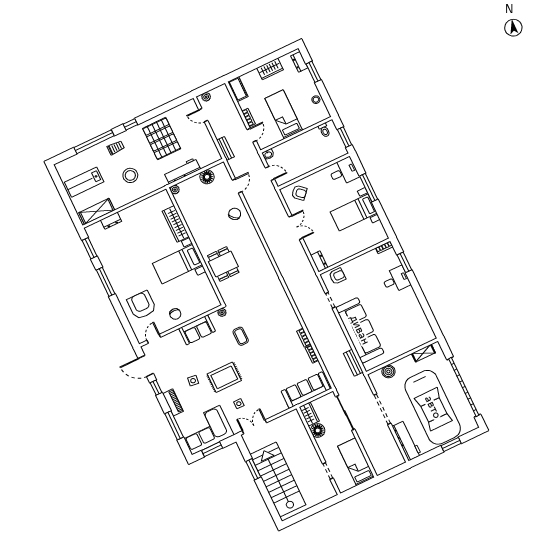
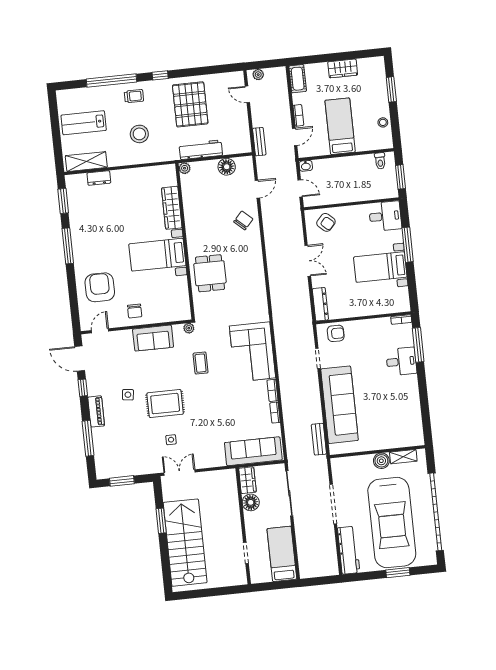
dresser: (299, 62) -> (379, 72), removed
dresser: (319, 261) -> (320, 304), width x1.44
window: (404, 262) -> (418, 345), width x1.44
boiler: (388, 371) -> (381, 461), moved
corner sofa: (206, 430) -> (252, 352), moved, turned -90

